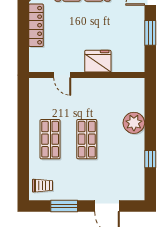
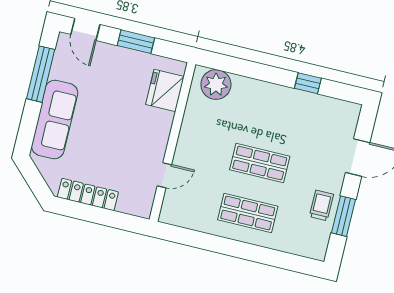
fridge: (98, 61) -> (165, 90), moved
plant: (134, 123) -> (216, 85), moved
trolley: (43, 186) -> (321, 206), moved

